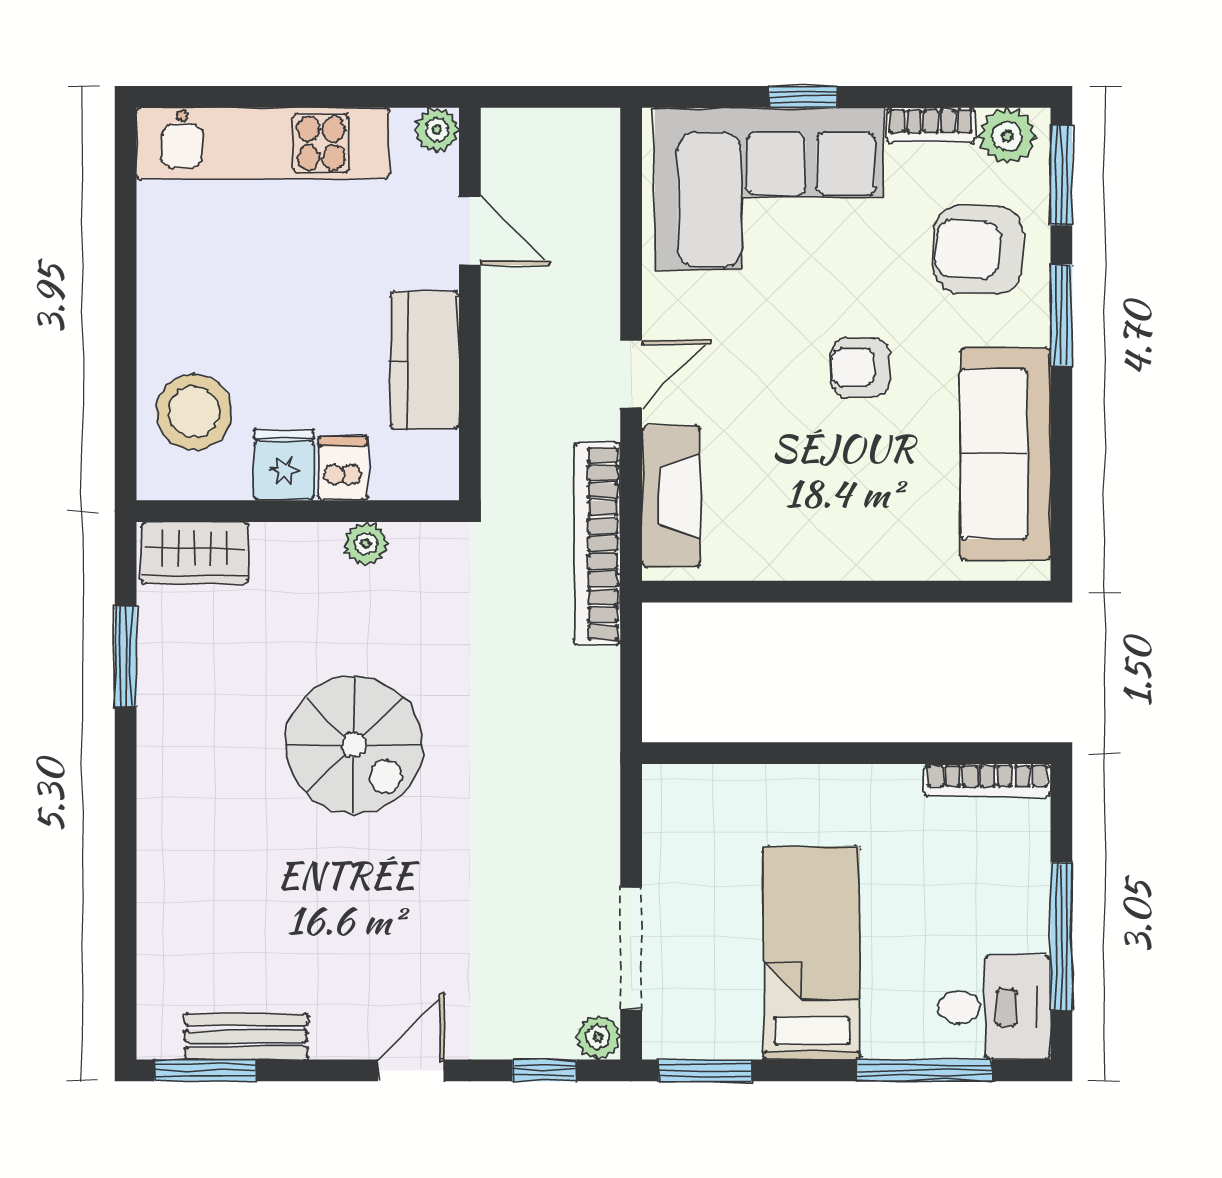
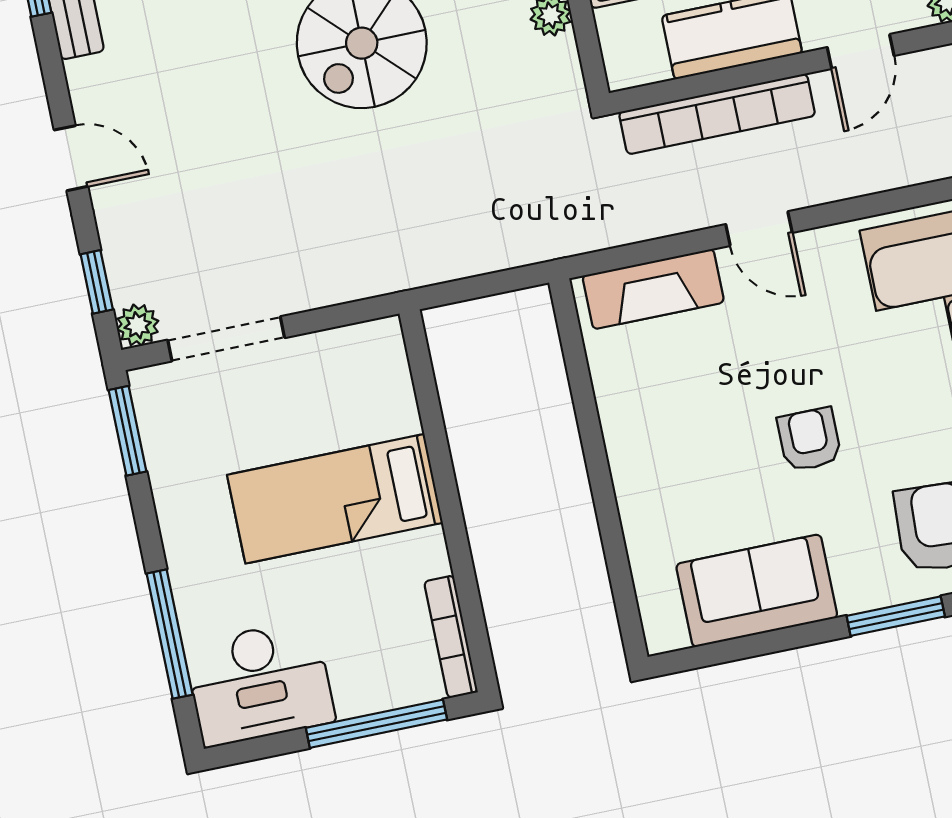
sofa: (1005, 454) -> (757, 591), width x0.73
bookcase: (597, 544) -> (717, 114), moved, turned 180
window: (1061, 936) -> (376, 724), moved
bed: (812, 953) -> (335, 499), moved, turned 180
desk: (994, 1007) -> (259, 683), width x1.37

